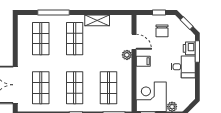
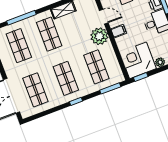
plant: (127, 55) -> (99, 36), width x1.88, depth x1.88

